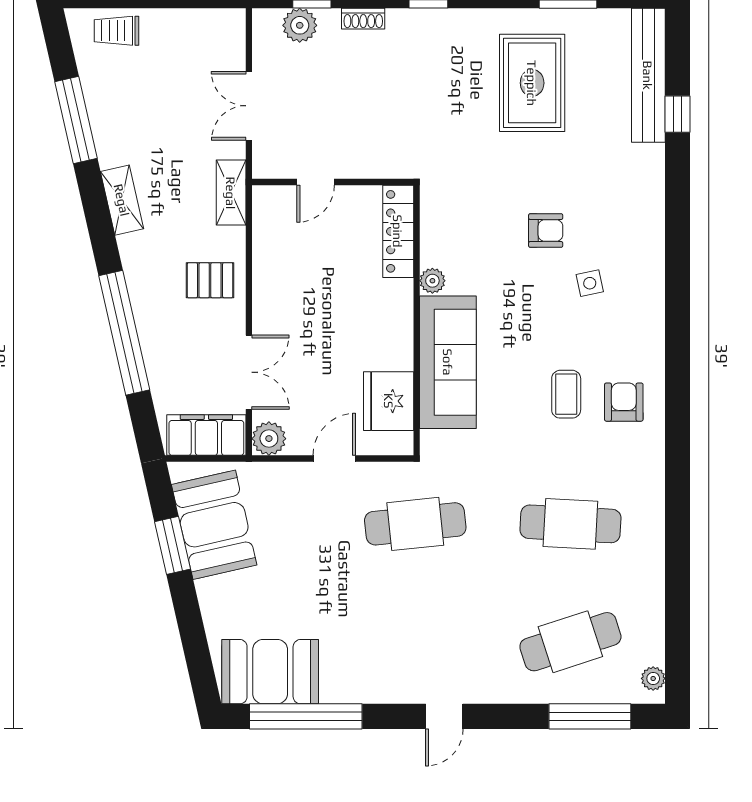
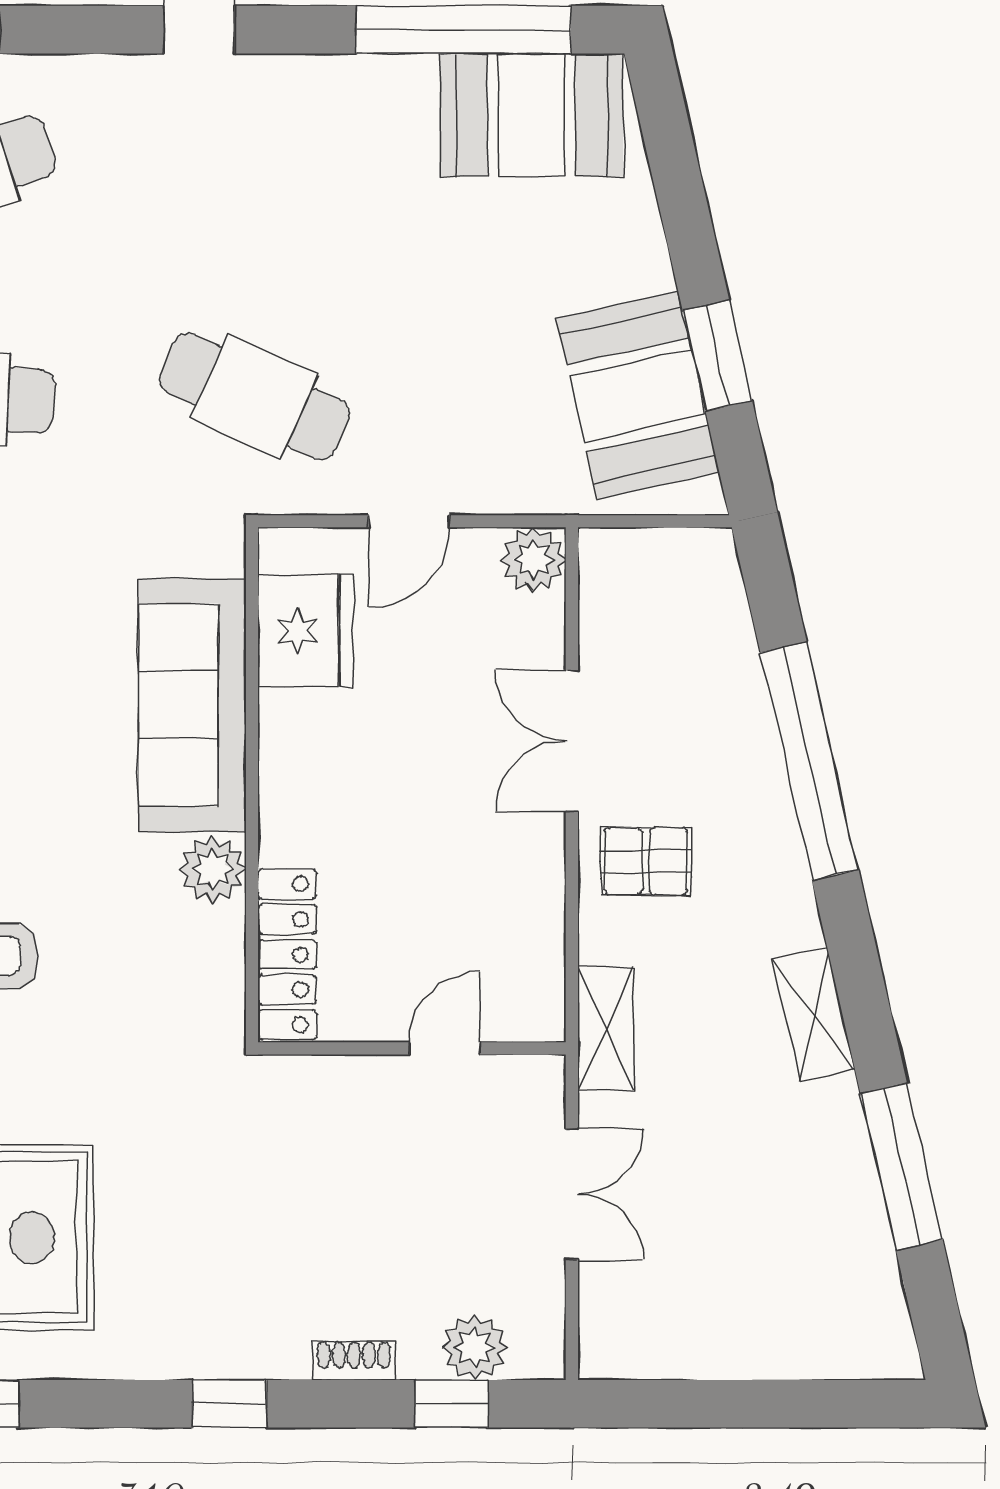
trolley: (116, 31) -> (824, 1337), removed
plant: (432, 281) -> (213, 869), width x1.38, depth x1.38
double door: (249, 372) -> (572, 741), moved
filing cabinet: (206, 435) -> (653, 566), removed
cafe table: (415, 524) -> (255, 397), turned 30

